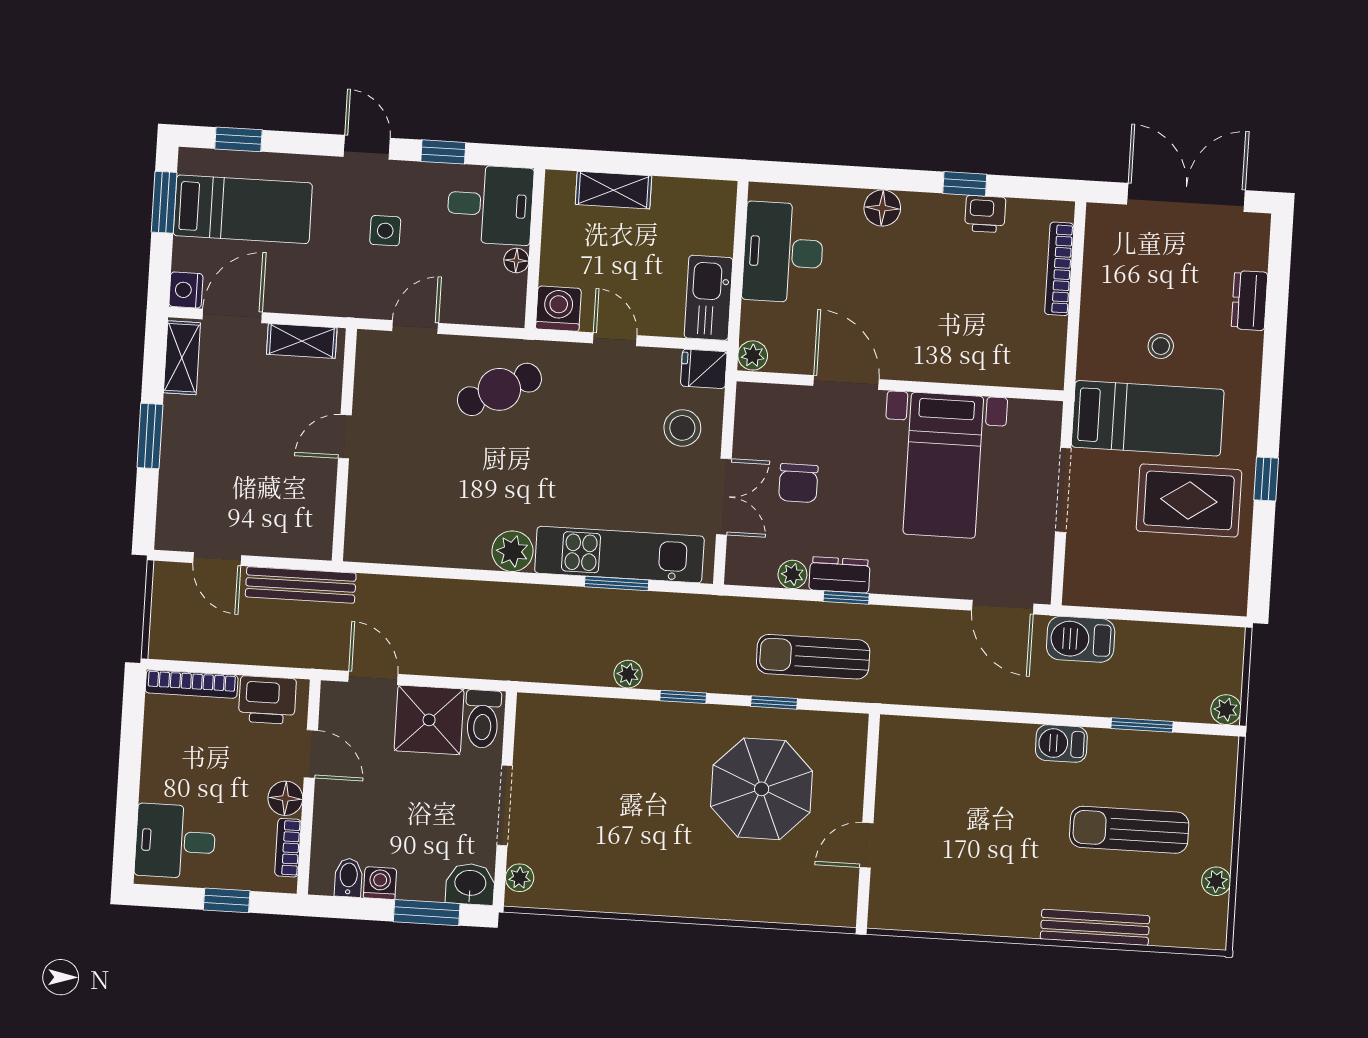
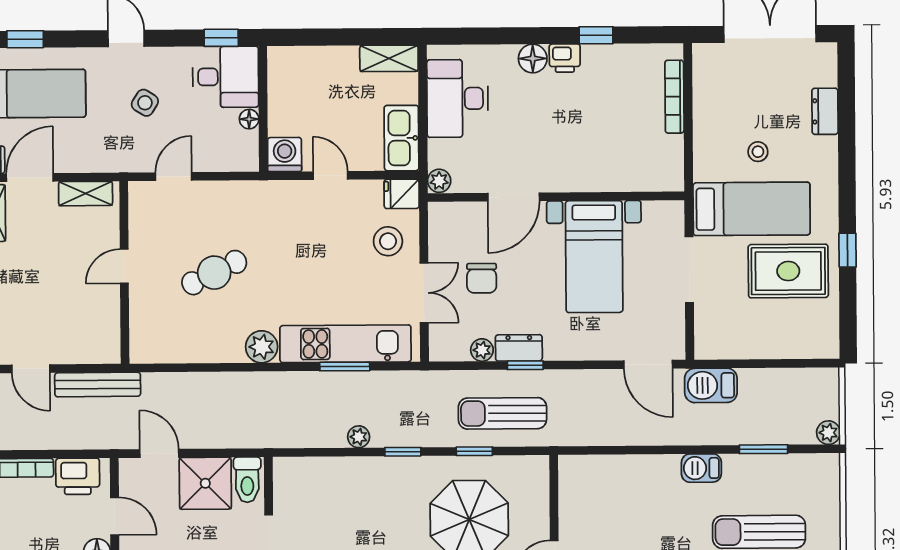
window: (443, 152) -> (221, 38), moved
shelving: (614, 190) -> (389, 58), moved
printer: (985, 214) -> (565, 58), moved
side table: (385, 231) -> (145, 103), turned 32
door: (846, 383) -> (514, 197), swing flipped
cafe table: (499, 389) -> (214, 273), moved

